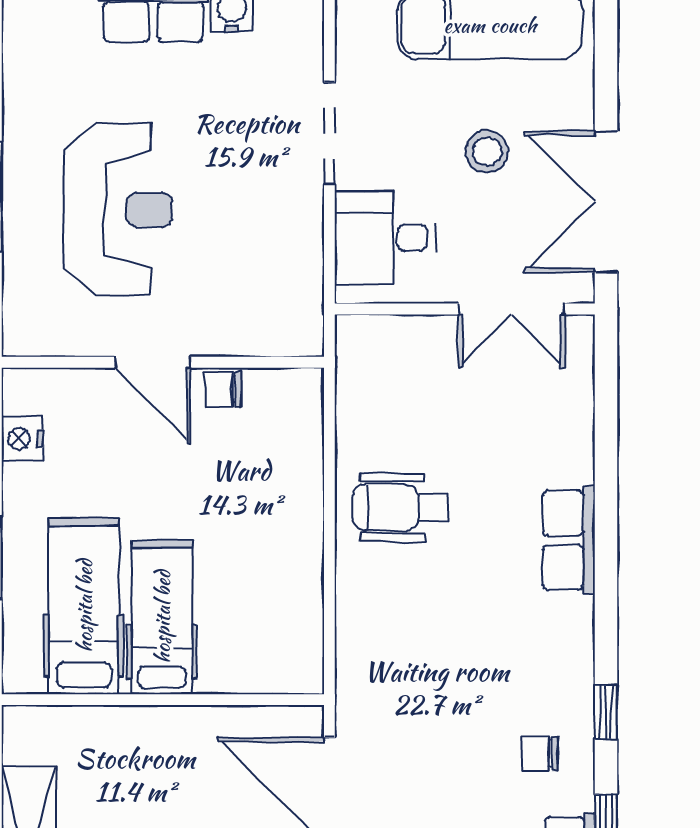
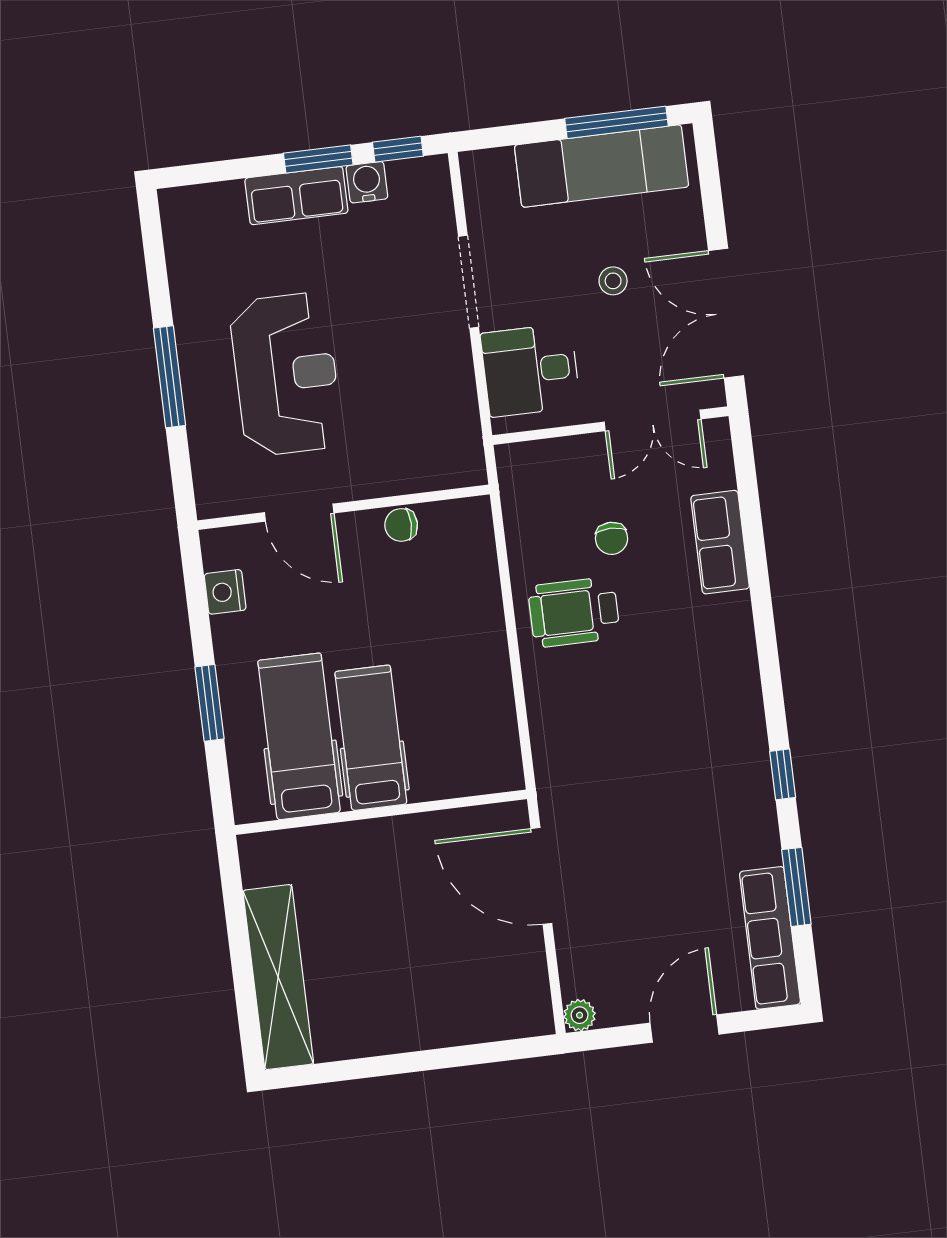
stool: (487, 151) -> (613, 281), width x0.73, depth x0.73
door: (153, 362) -> (299, 513), moved
row of seats: (569, 540) -> (720, 542), moved
chair: (540, 754) -> (612, 538), moved, turned -90

